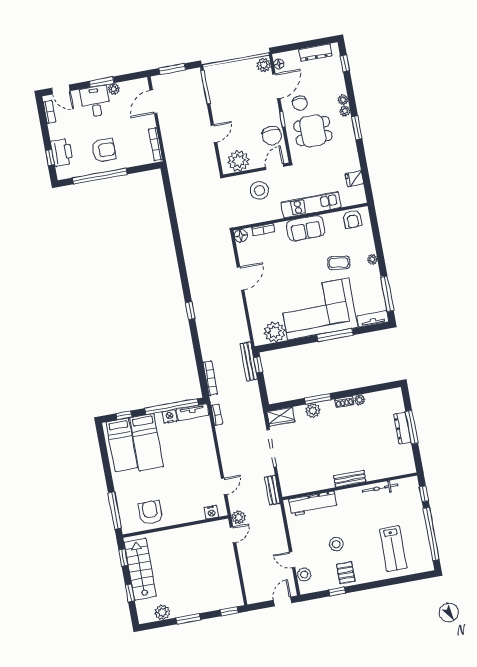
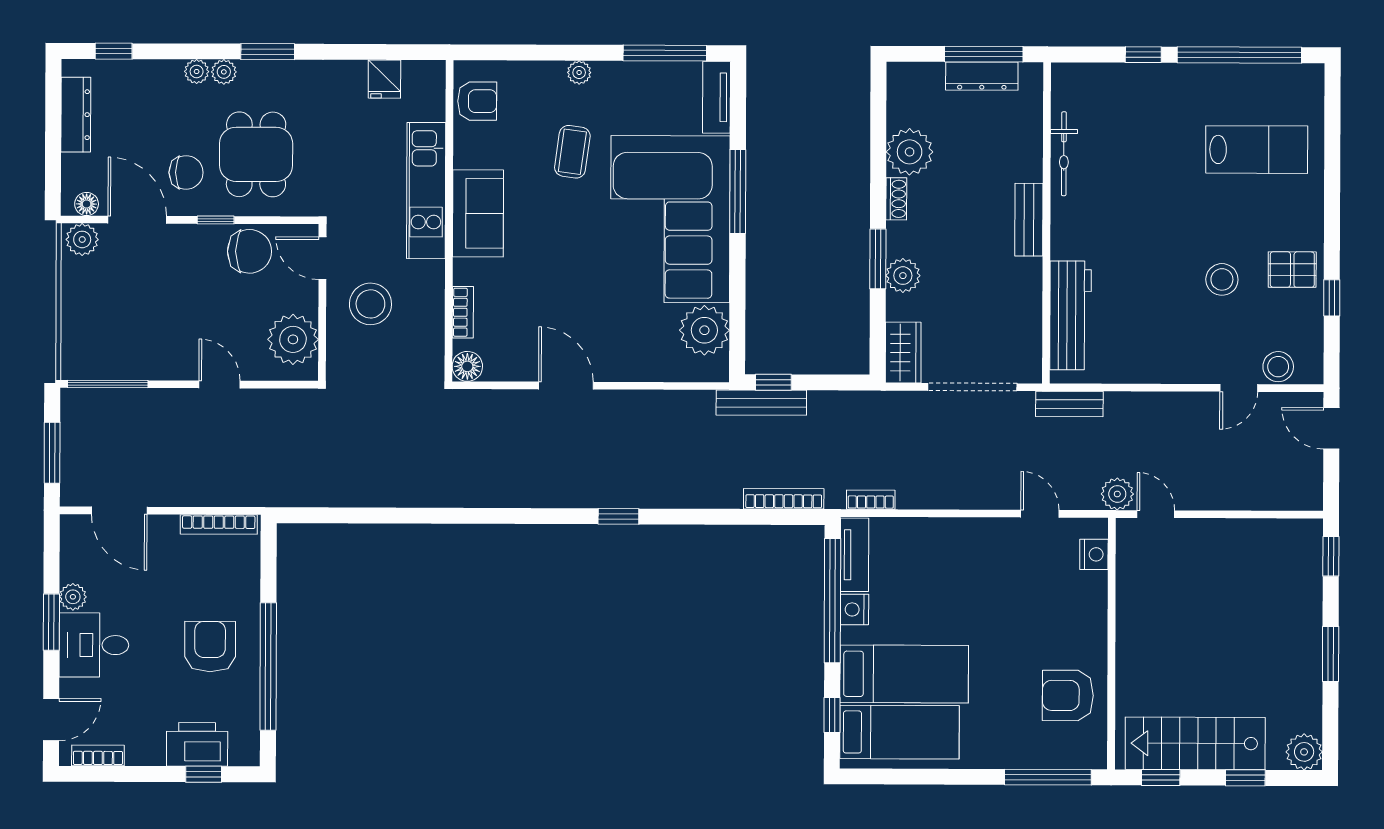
plant: (360, 400) -> (910, 152), width x1.88, depth x1.88
bench: (350, 479) -> (1029, 220), moved
wall: (350, 486) -> (1047, 223), moved
bicycle: (380, 488) -> (1064, 154), moved
workbench: (313, 504) -> (1070, 315), moved
plant: (162, 612) -> (1304, 752), moved

